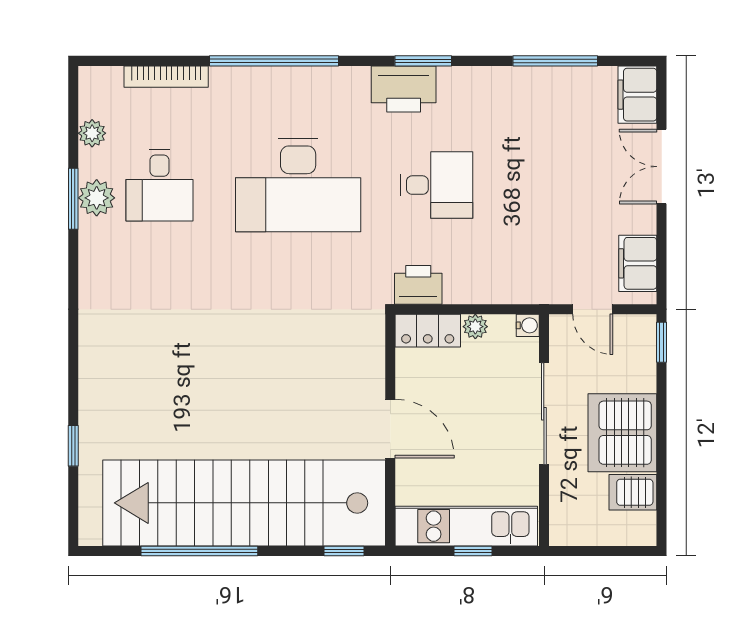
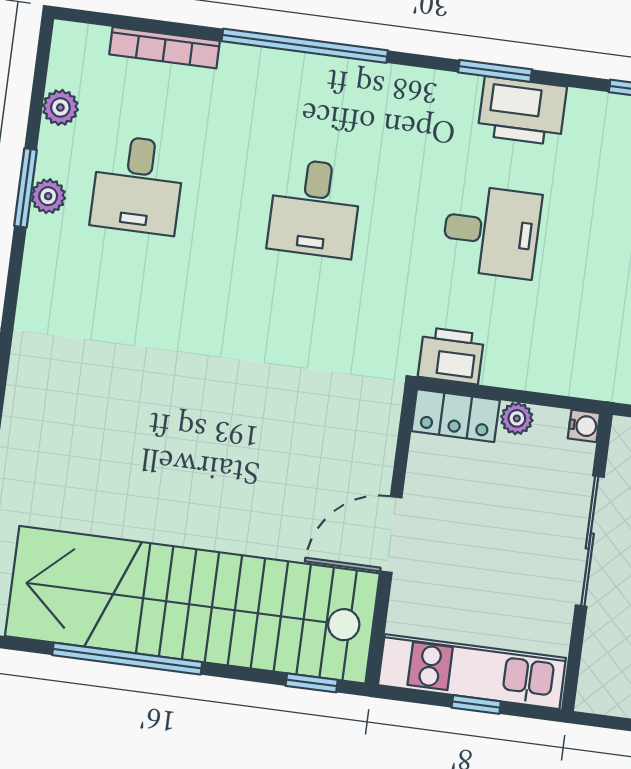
printer: (404, 89) -> (522, 111), moved
desk: (298, 185) -> (315, 208), width x0.53, depth x0.77
plant: (97, 198) -> (48, 196), width x0.73, depth x0.73
door: (390, 429) -> (391, 534), swing flipped

